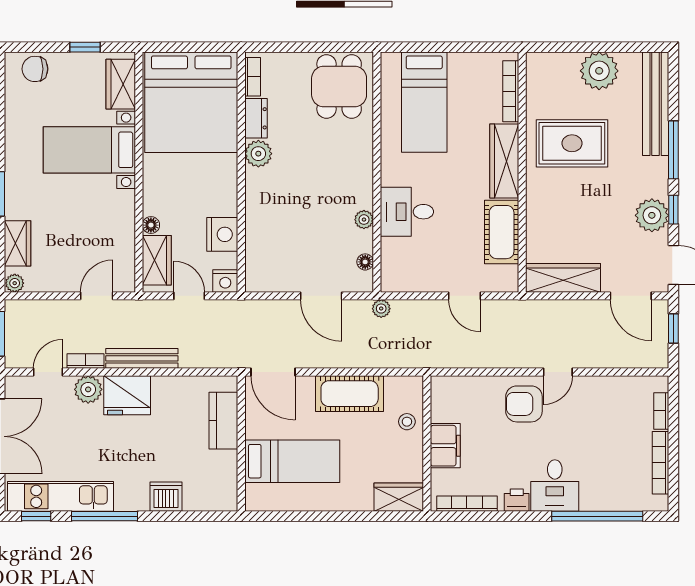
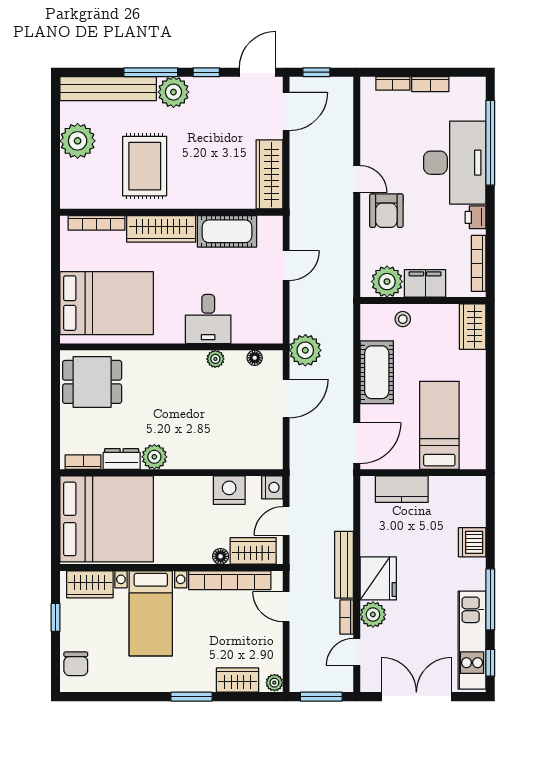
bed: (424, 102) -> (107, 303), width x1.50
plant: (652, 215) -> (173, 92), moved
bookcase: (125, 235) -> (230, 580), added
plant: (381, 309) -> (305, 350), width x1.88, depth x1.88
door: (48, 372) -> (357, 652), hinge flipped
plant: (447, 405) -> (387, 282), added
bookcase: (660, 463) -> (430, 84), width x0.64
desk: (555, 485) -> (455, 163), width x1.87, depth x1.30

